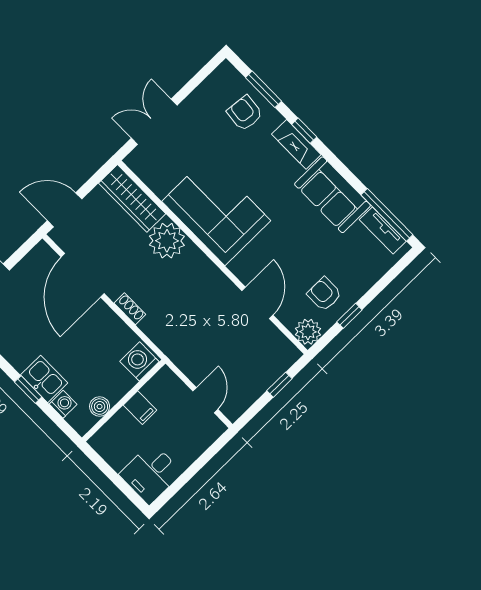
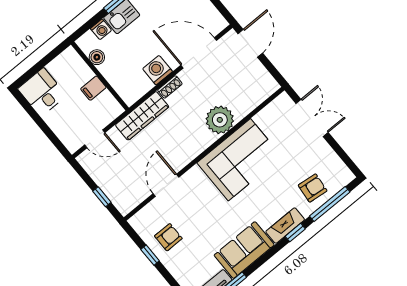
window: (263, 89) -> (330, 204), width x1.44
wardrobe: (132, 198) -> (142, 116), moved, turned 180
door: (257, 303) -> (166, 185), swing flipped
plant: (308, 332) -> (141, 222), removed
washing machine: (139, 361) -> (158, 70), moved, turned -90

